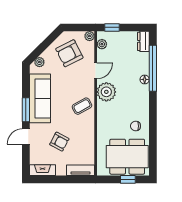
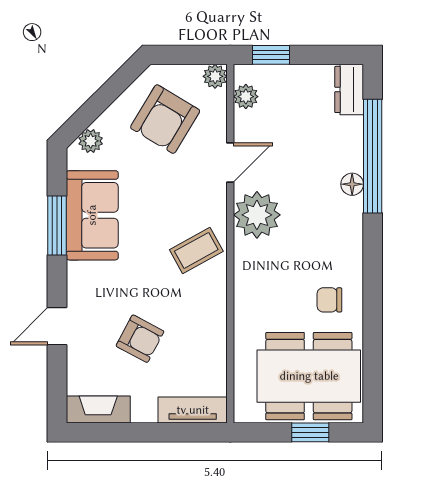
armchair: (69, 53) -> (165, 119), turned -32
sofa: (40, 98) -> (92, 215), width x0.73
window: (26, 110) -> (57, 226), moved

